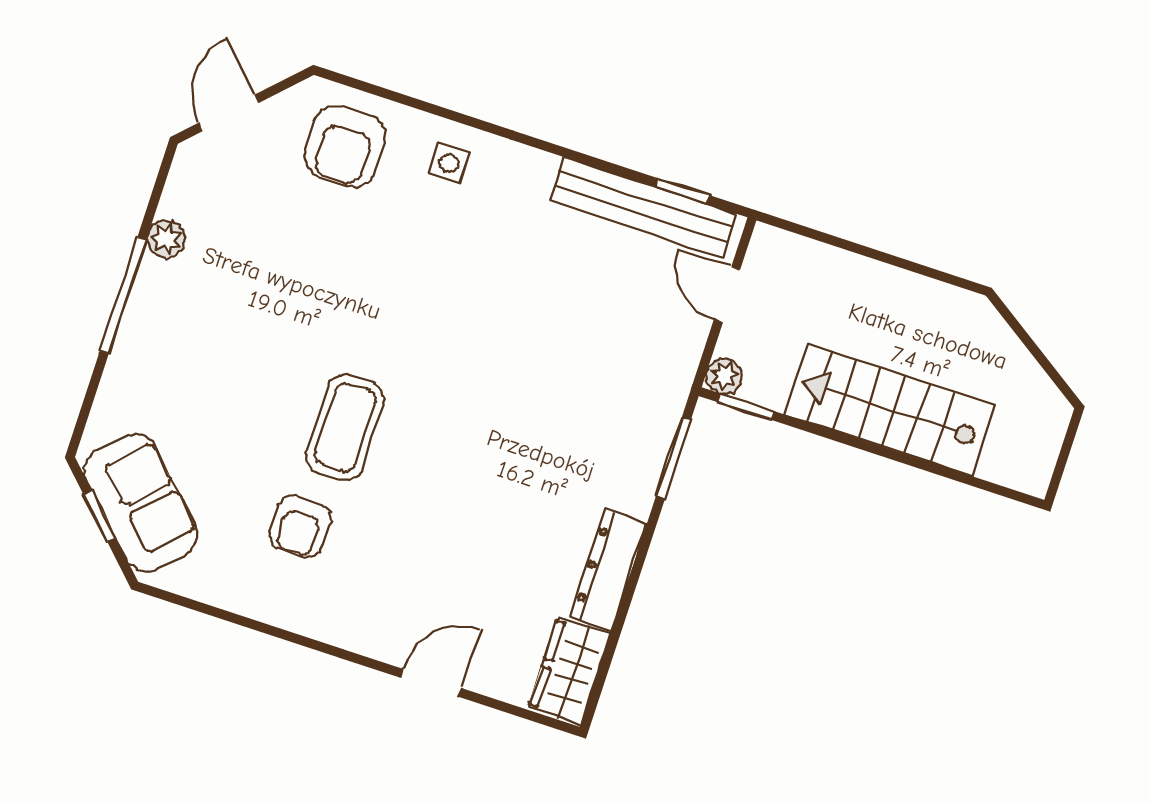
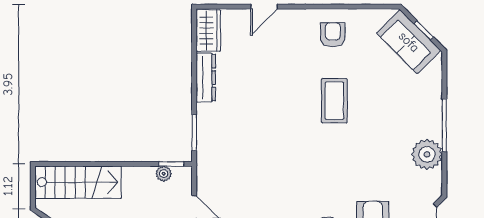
plant: (166, 239) -> (427, 154), width x1.87, depth x1.87
plant: (724, 376) -> (164, 174), moved
stairs: (890, 410) -> (78, 182), moved
armchair: (300, 527) -> (333, 35), moved

